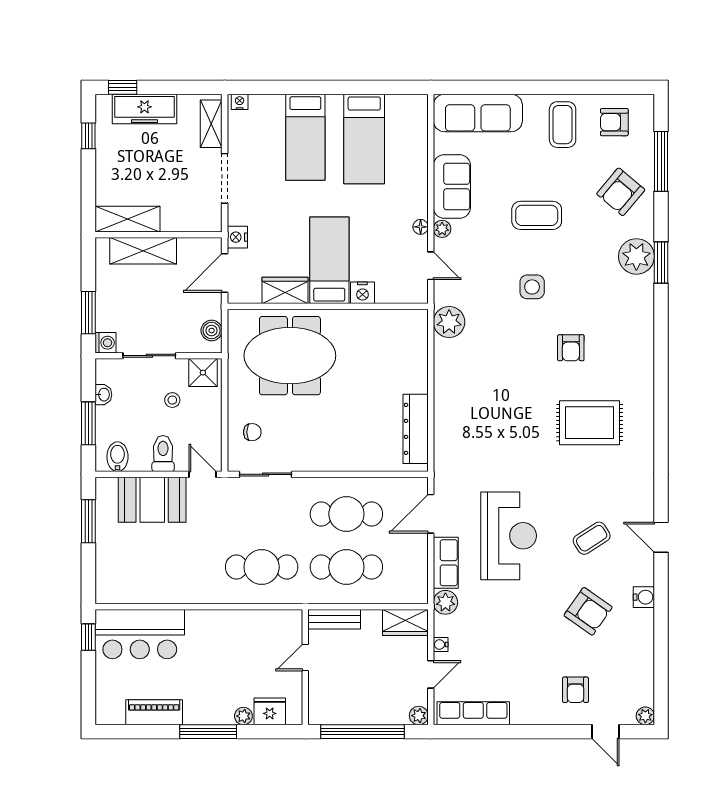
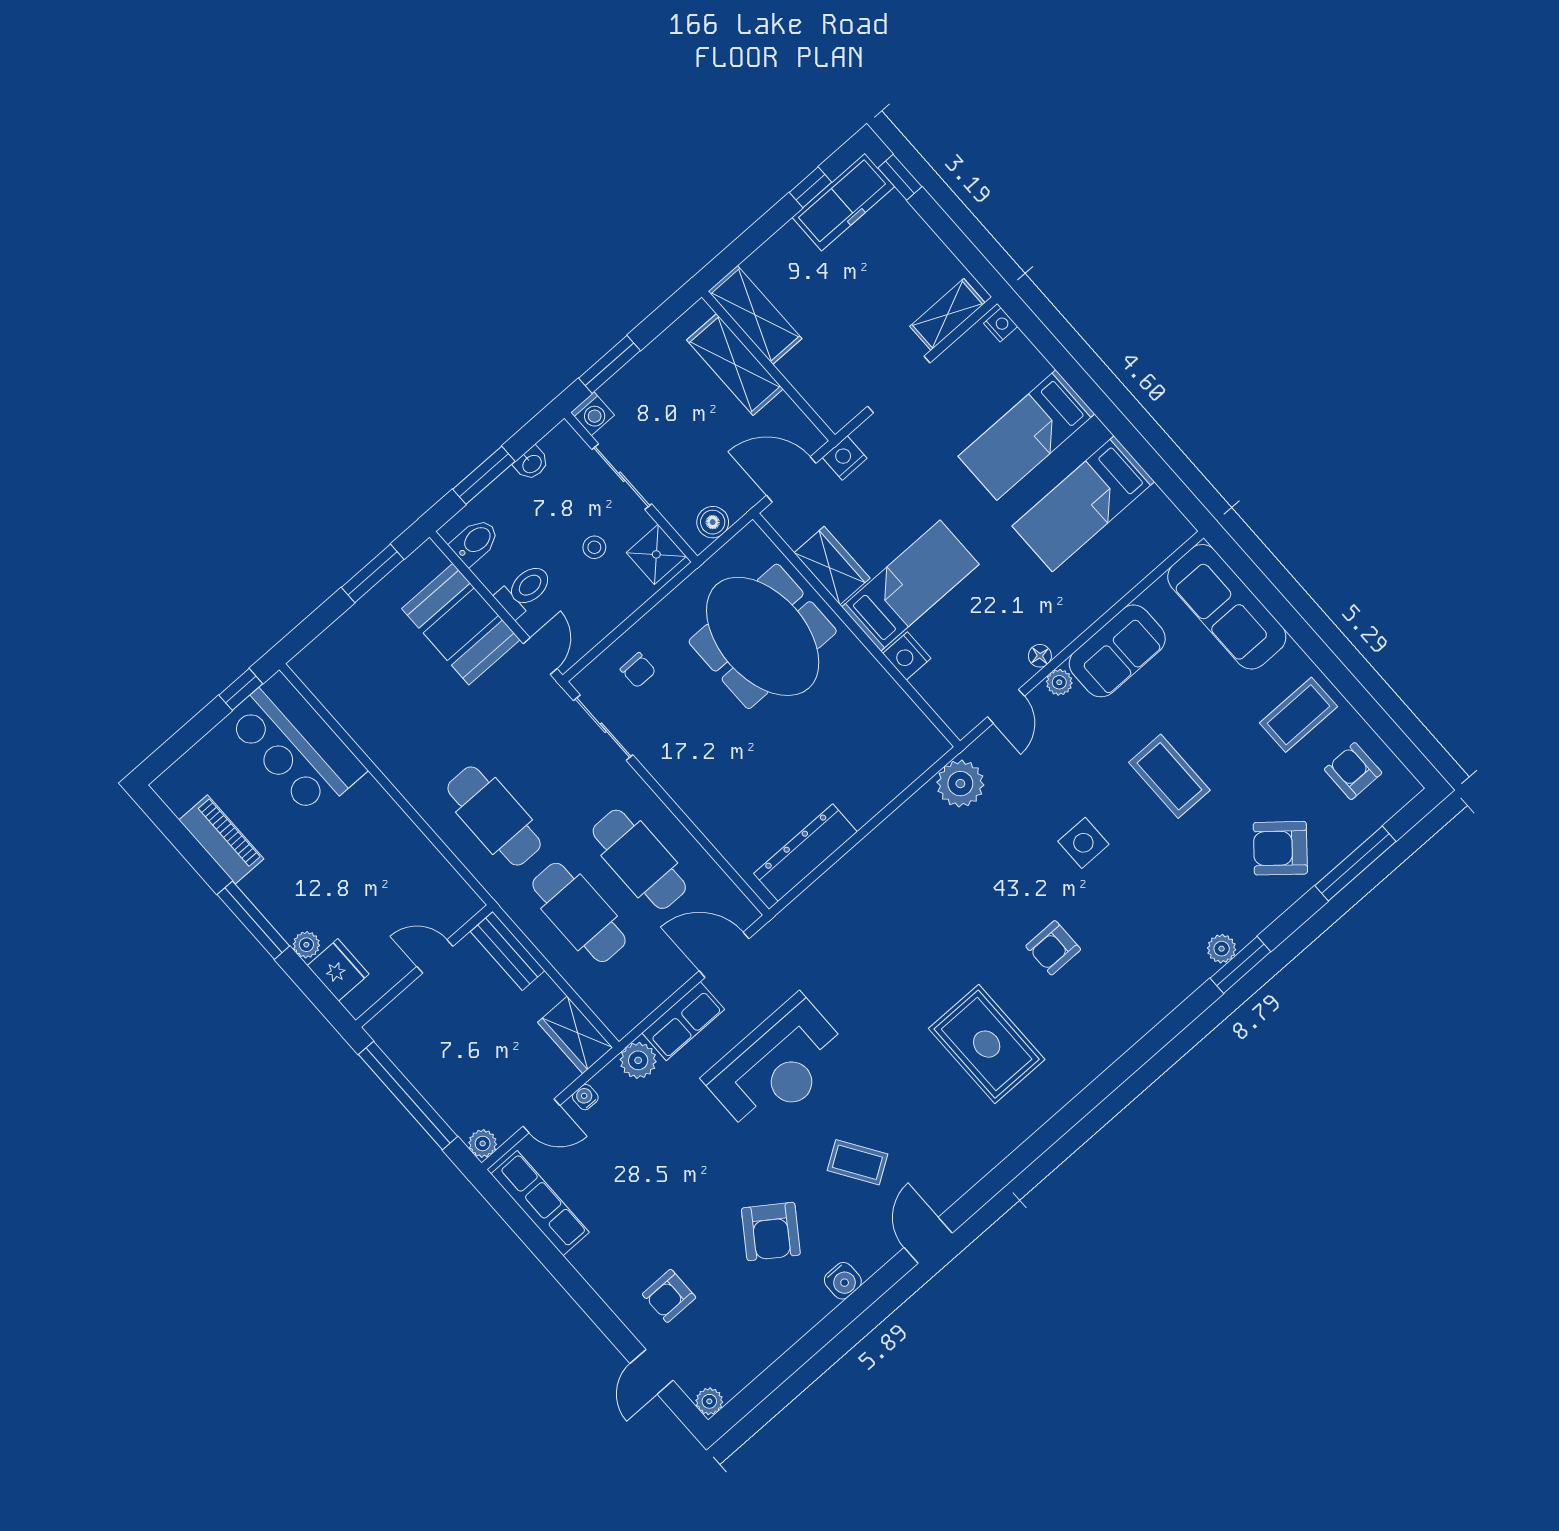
freezer: (144, 109) -> (843, 202), moved, turned -90
plant: (636, 256) -> (1222, 949), width x0.53, depth x0.53

